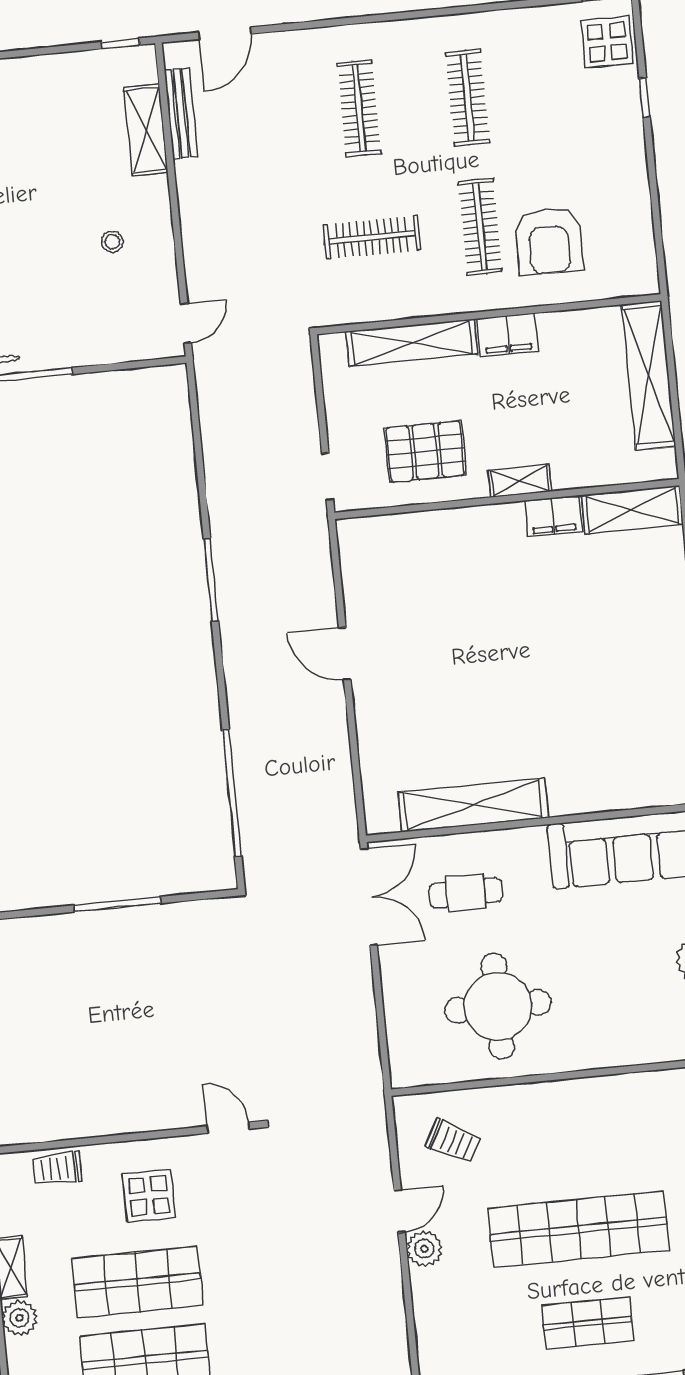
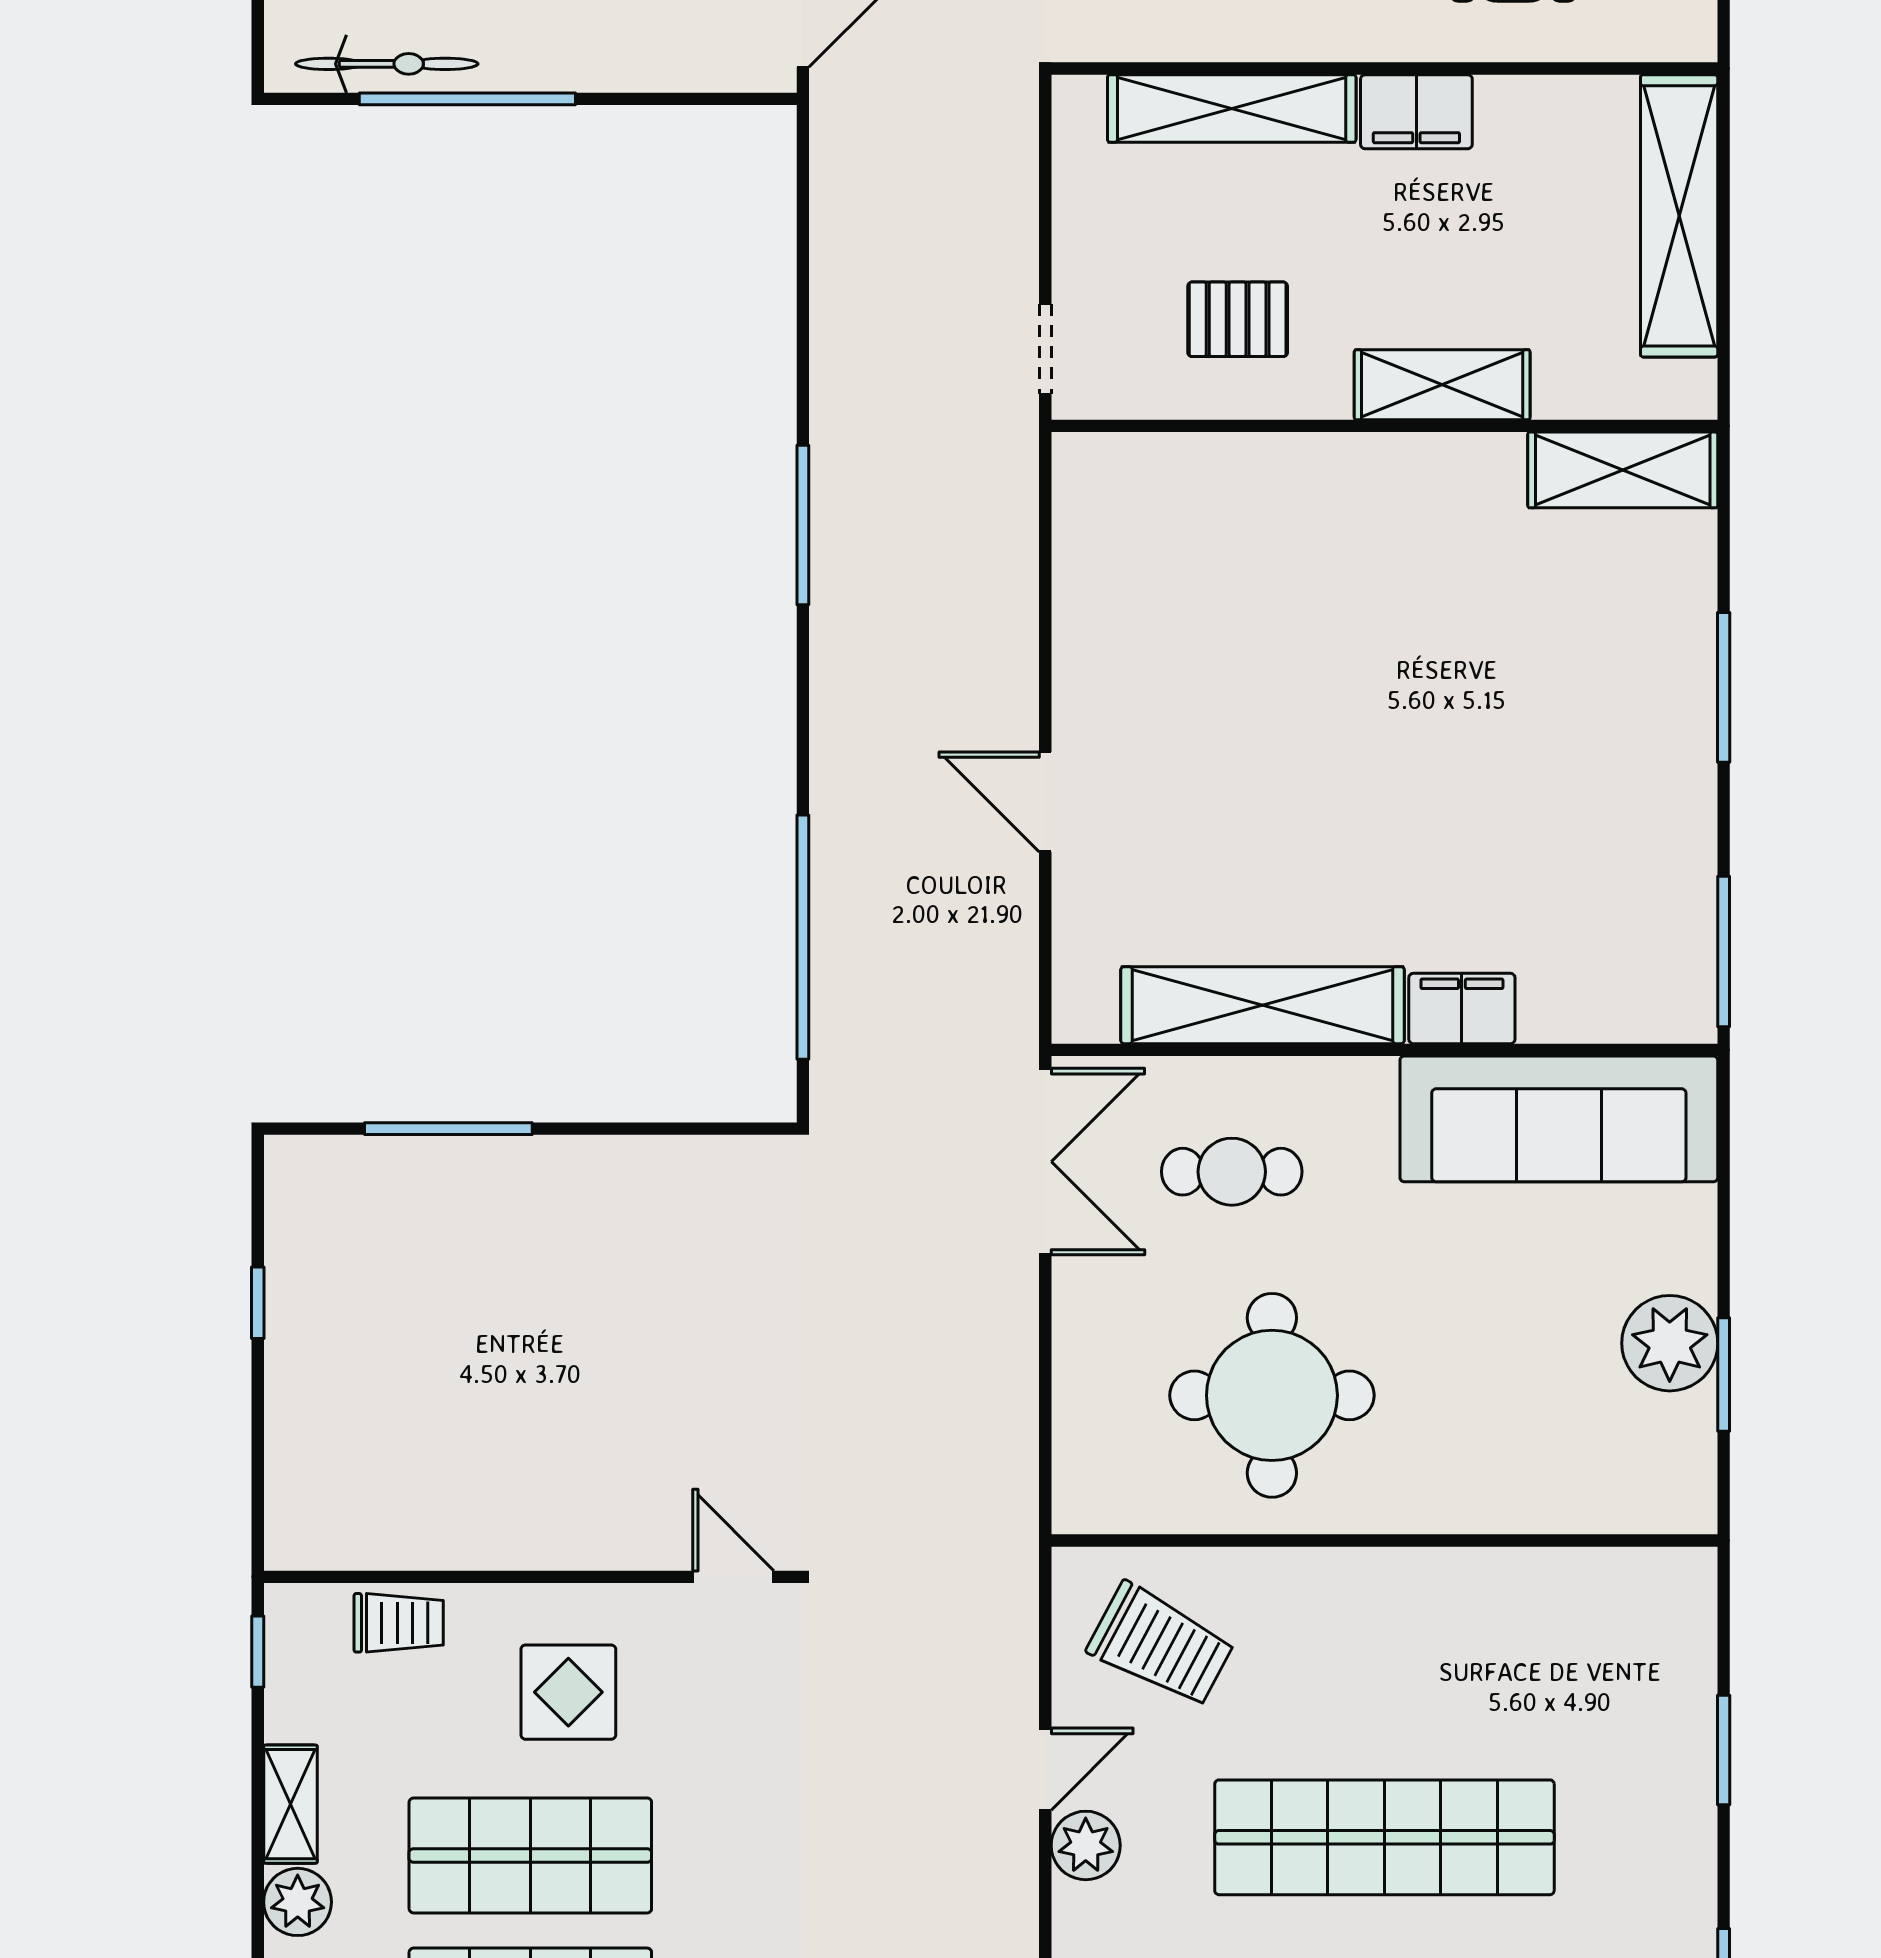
pallet: (425, 451) -> (1238, 319), width x0.67, depth x0.71
shelving: (520, 481) -> (1442, 385), width x1.50, depth x1.33
filing cabinet: (553, 516) -> (1462, 1008), moved, turned 180
door: (345, 654) -> (1045, 802), moved
window: (118, 904) -> (448, 1129), moved
trolley: (453, 1141) -> (1161, 1645), width x1.36, depth x1.39
trolley: (58, 1168) -> (399, 1623), turned 180

